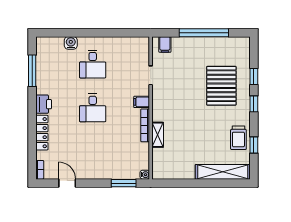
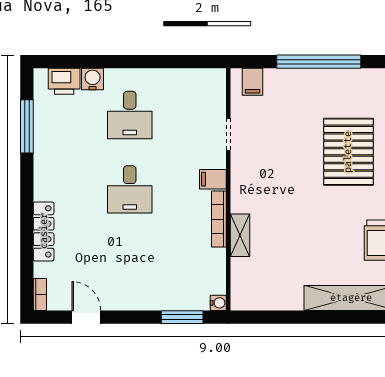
printer: (44, 104) -> (64, 81), moved, turned 90

